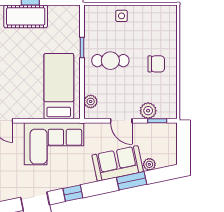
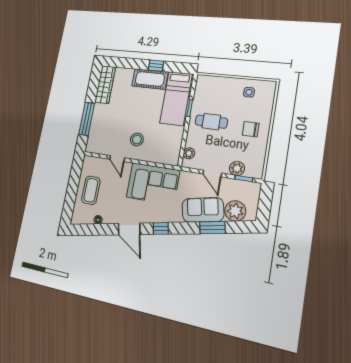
side table: (122, 16) -> (249, 92), moved
chair: (156, 64) -> (251, 129), turned 180
bed: (59, 86) -> (176, 99), moved, turned 180
stool: (24, 94) -> (137, 139), added
plant: (149, 164) -> (235, 211), width x1.88, depth x1.88

